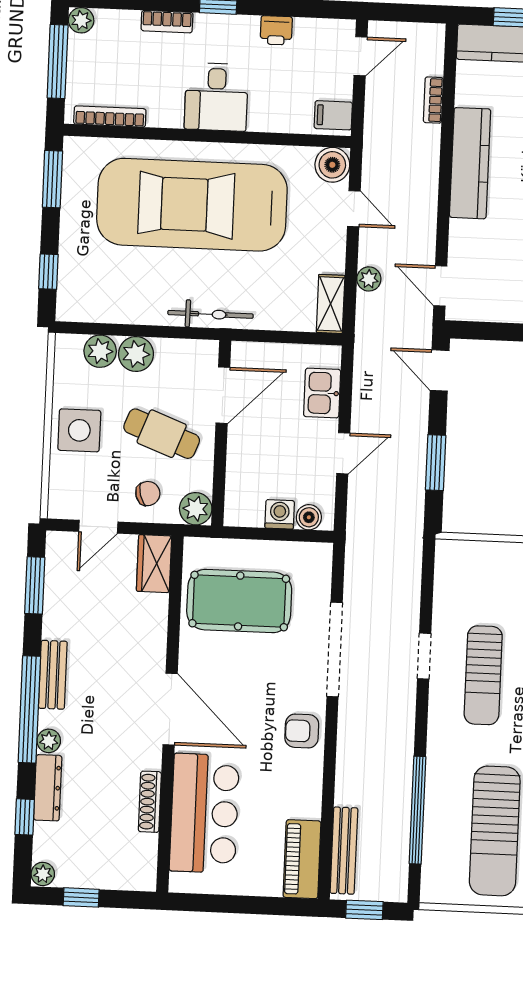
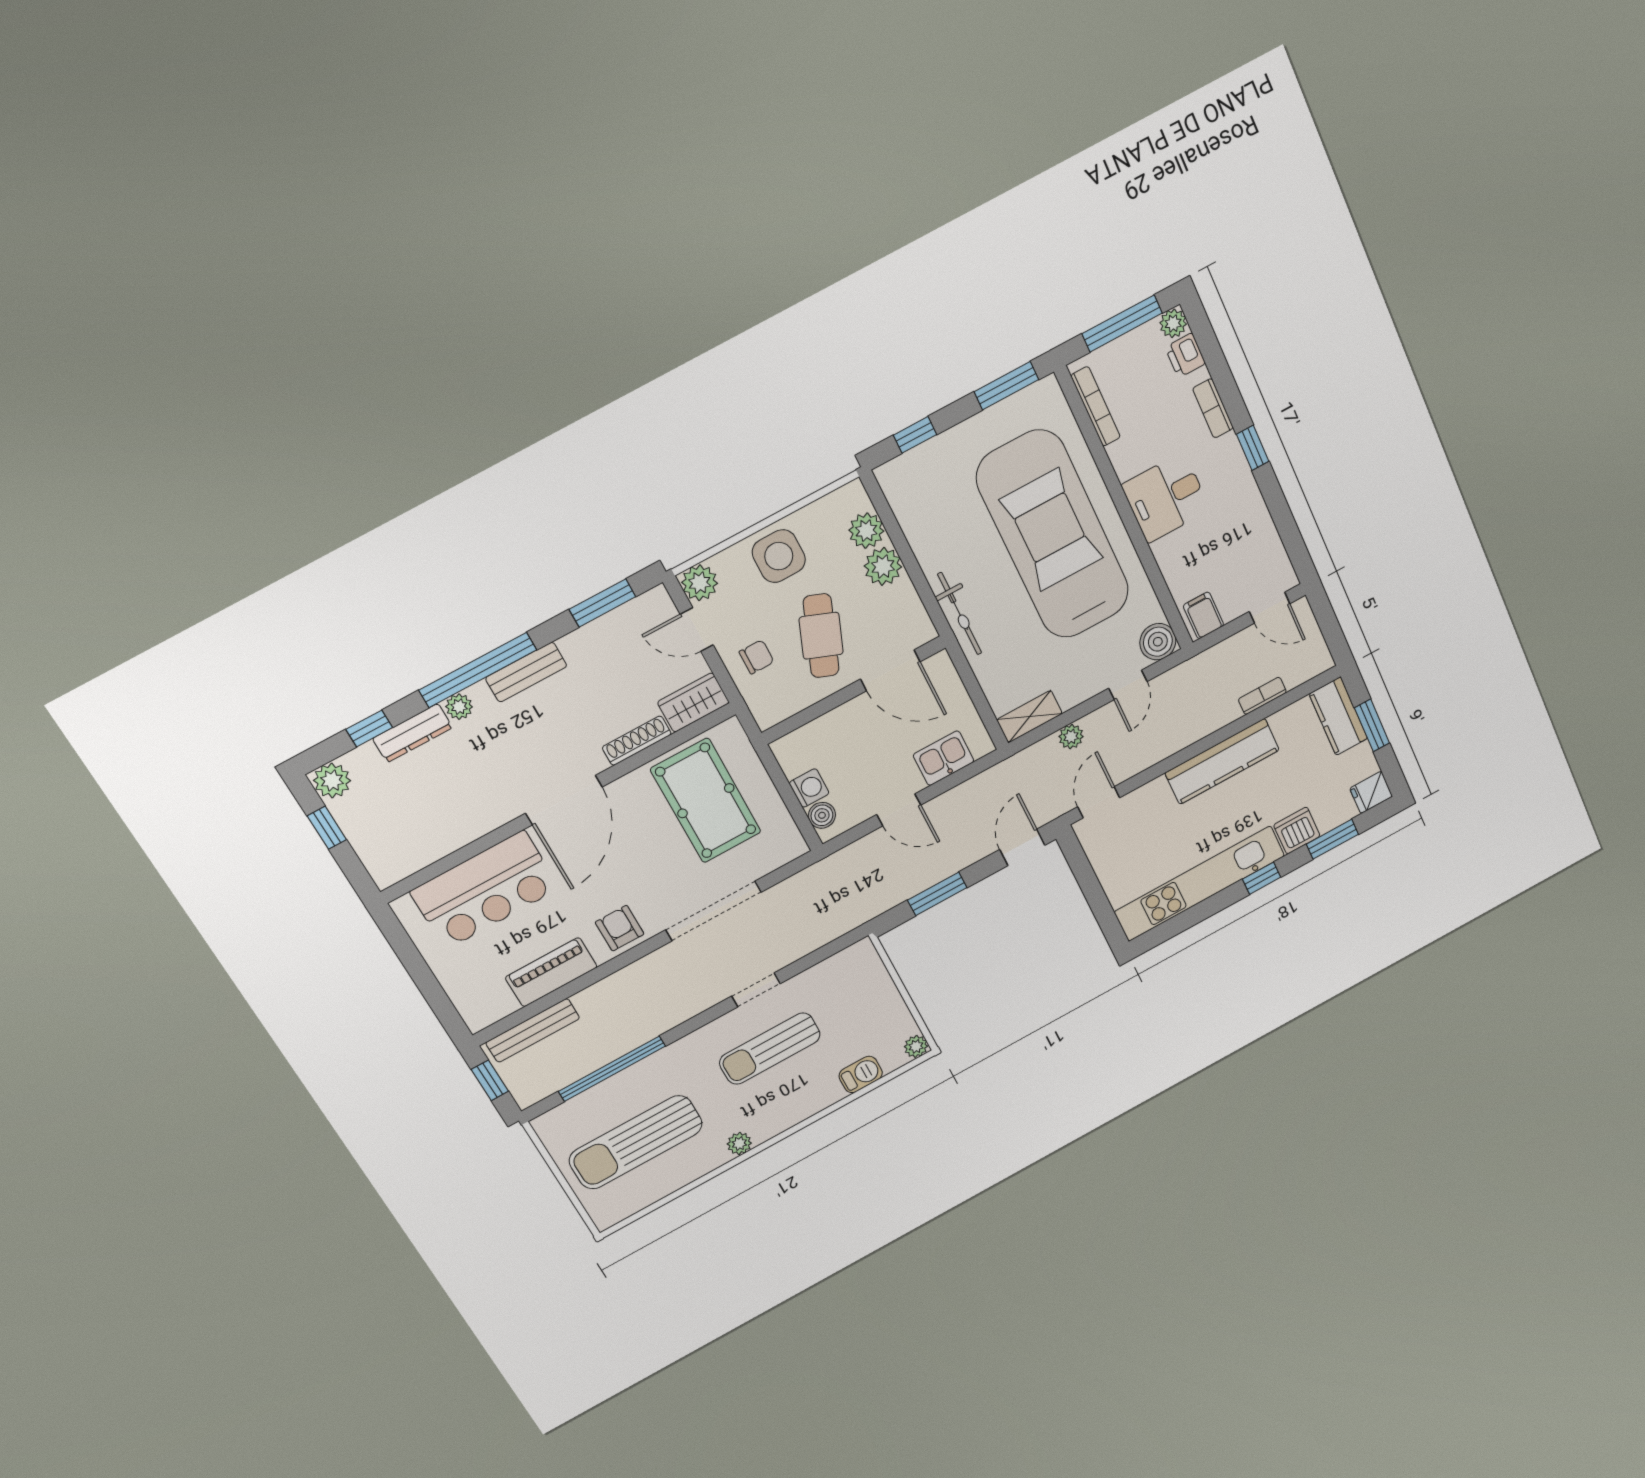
printer: (276, 30) -> (1185, 355), moved
chair: (148, 494) -> (757, 657), turned -75
plant: (196, 509) -> (700, 583), moved
shoe rack: (150, 802) -> (637, 741), moved
piano: (302, 859) -> (551, 972), moved
plant: (43, 874) -> (332, 781), width x1.38, depth x1.38

